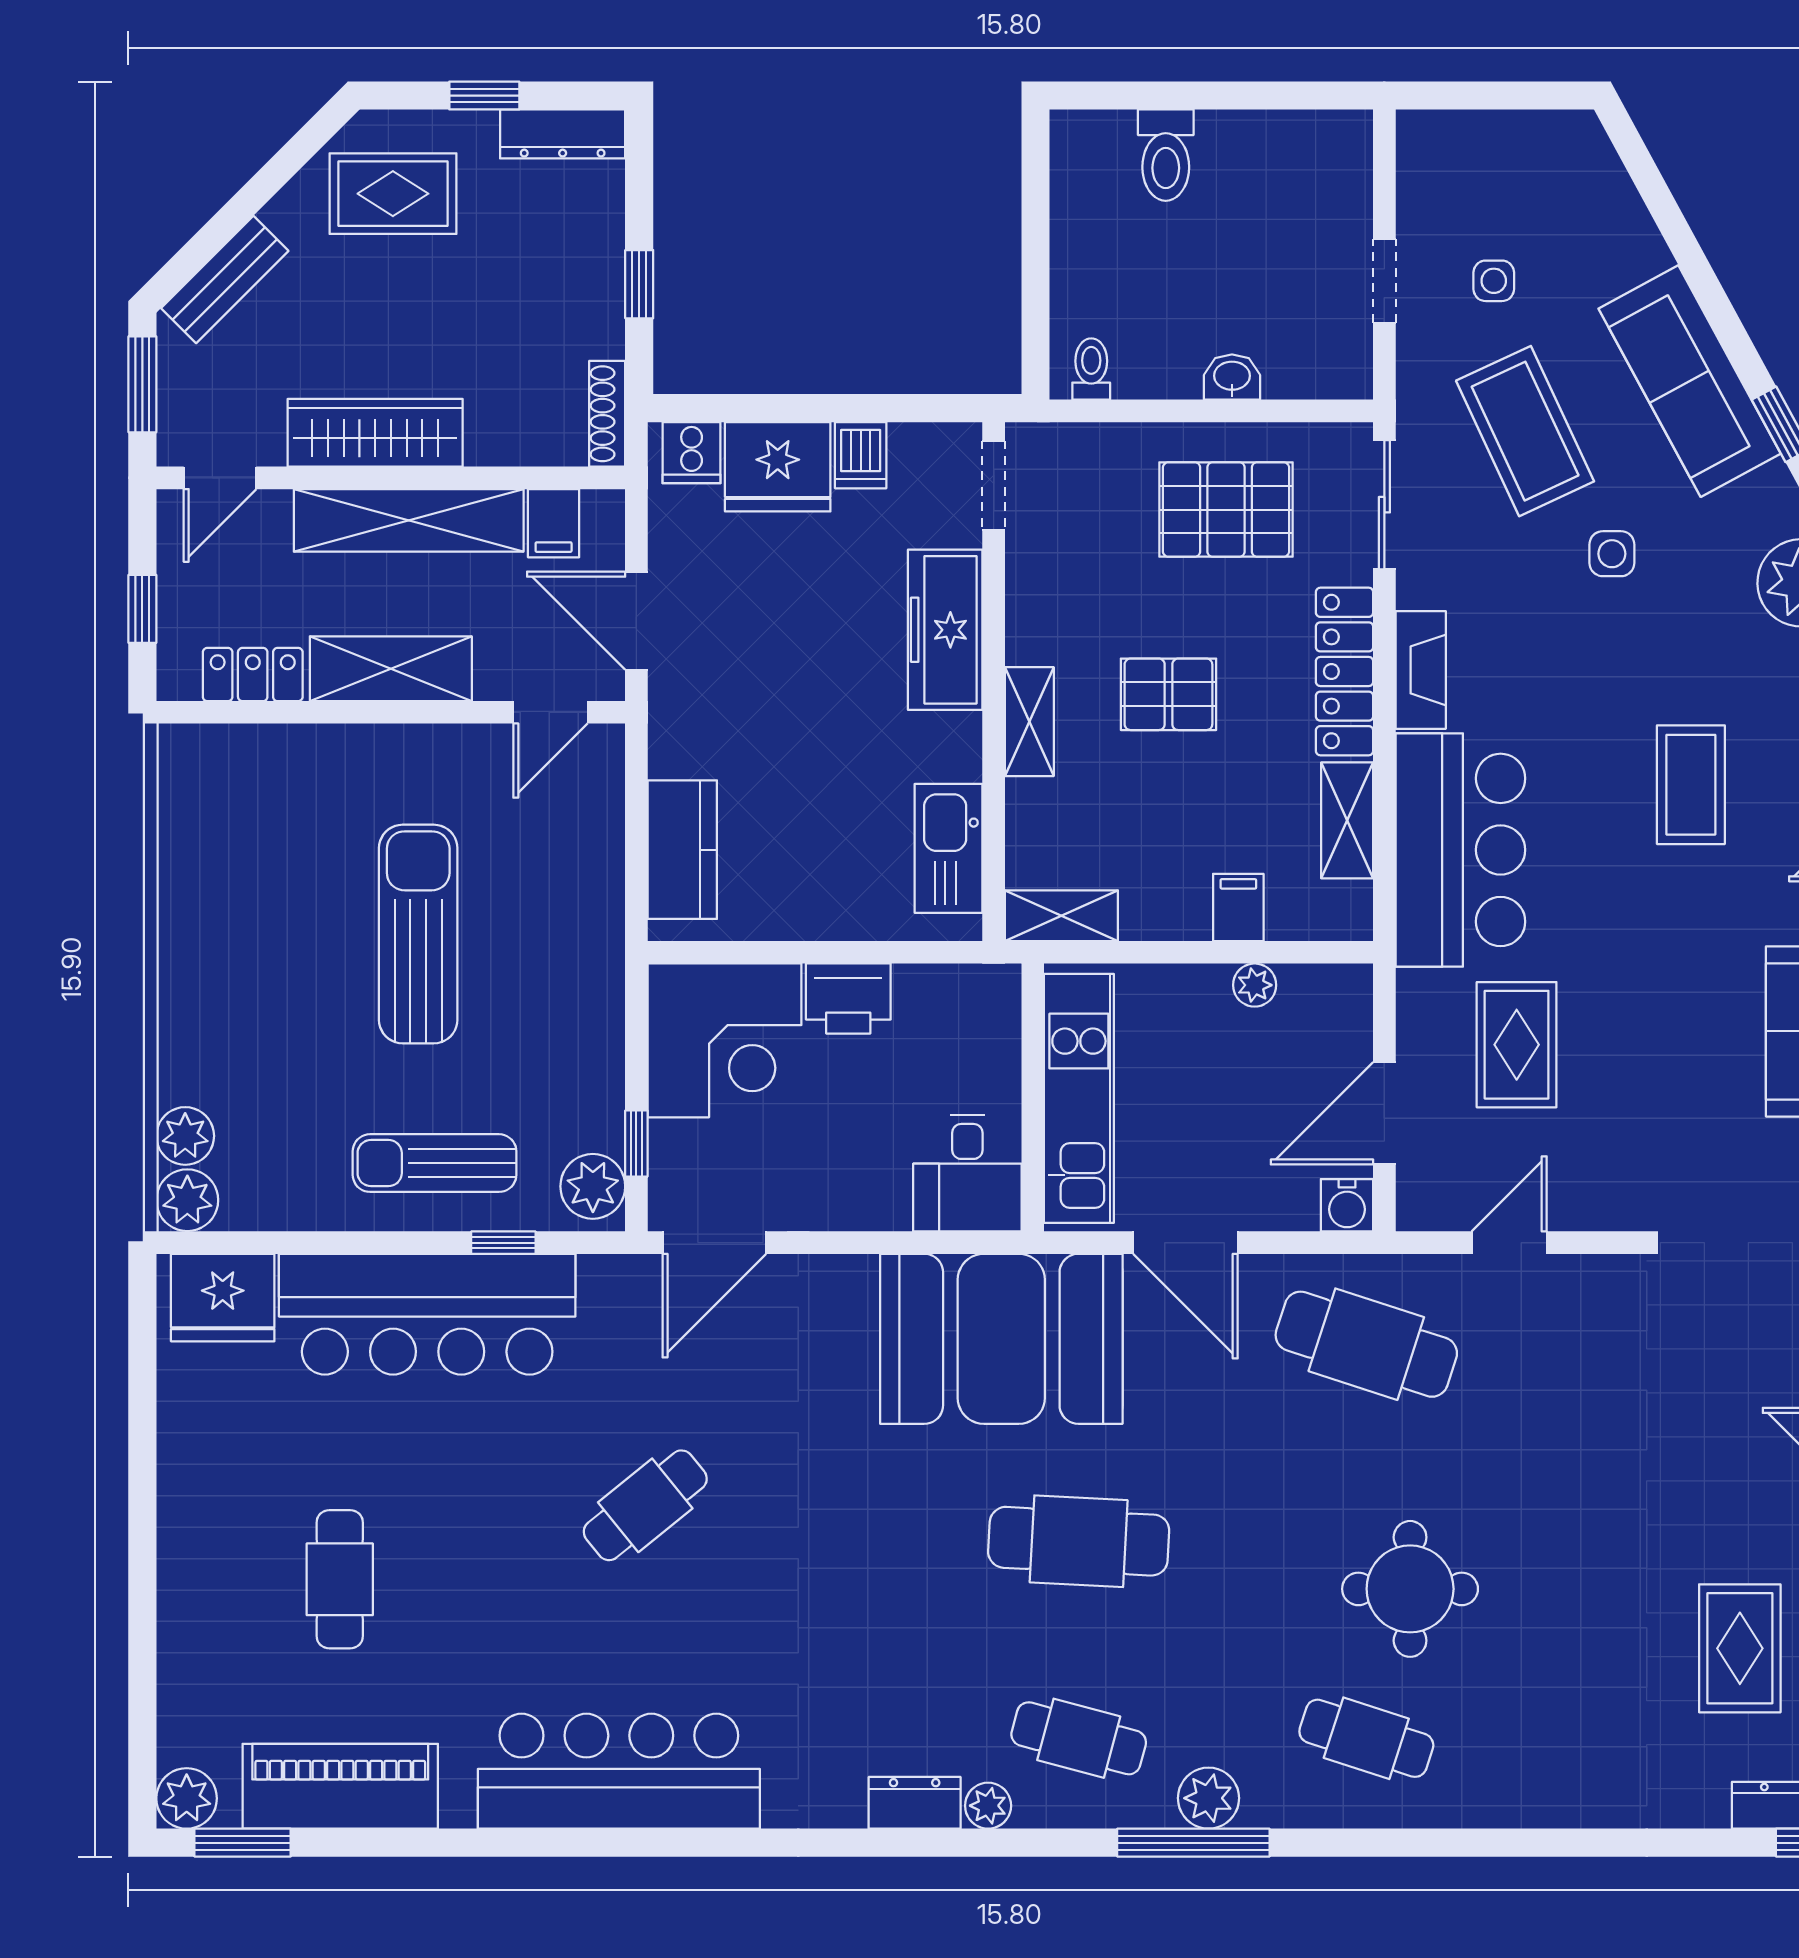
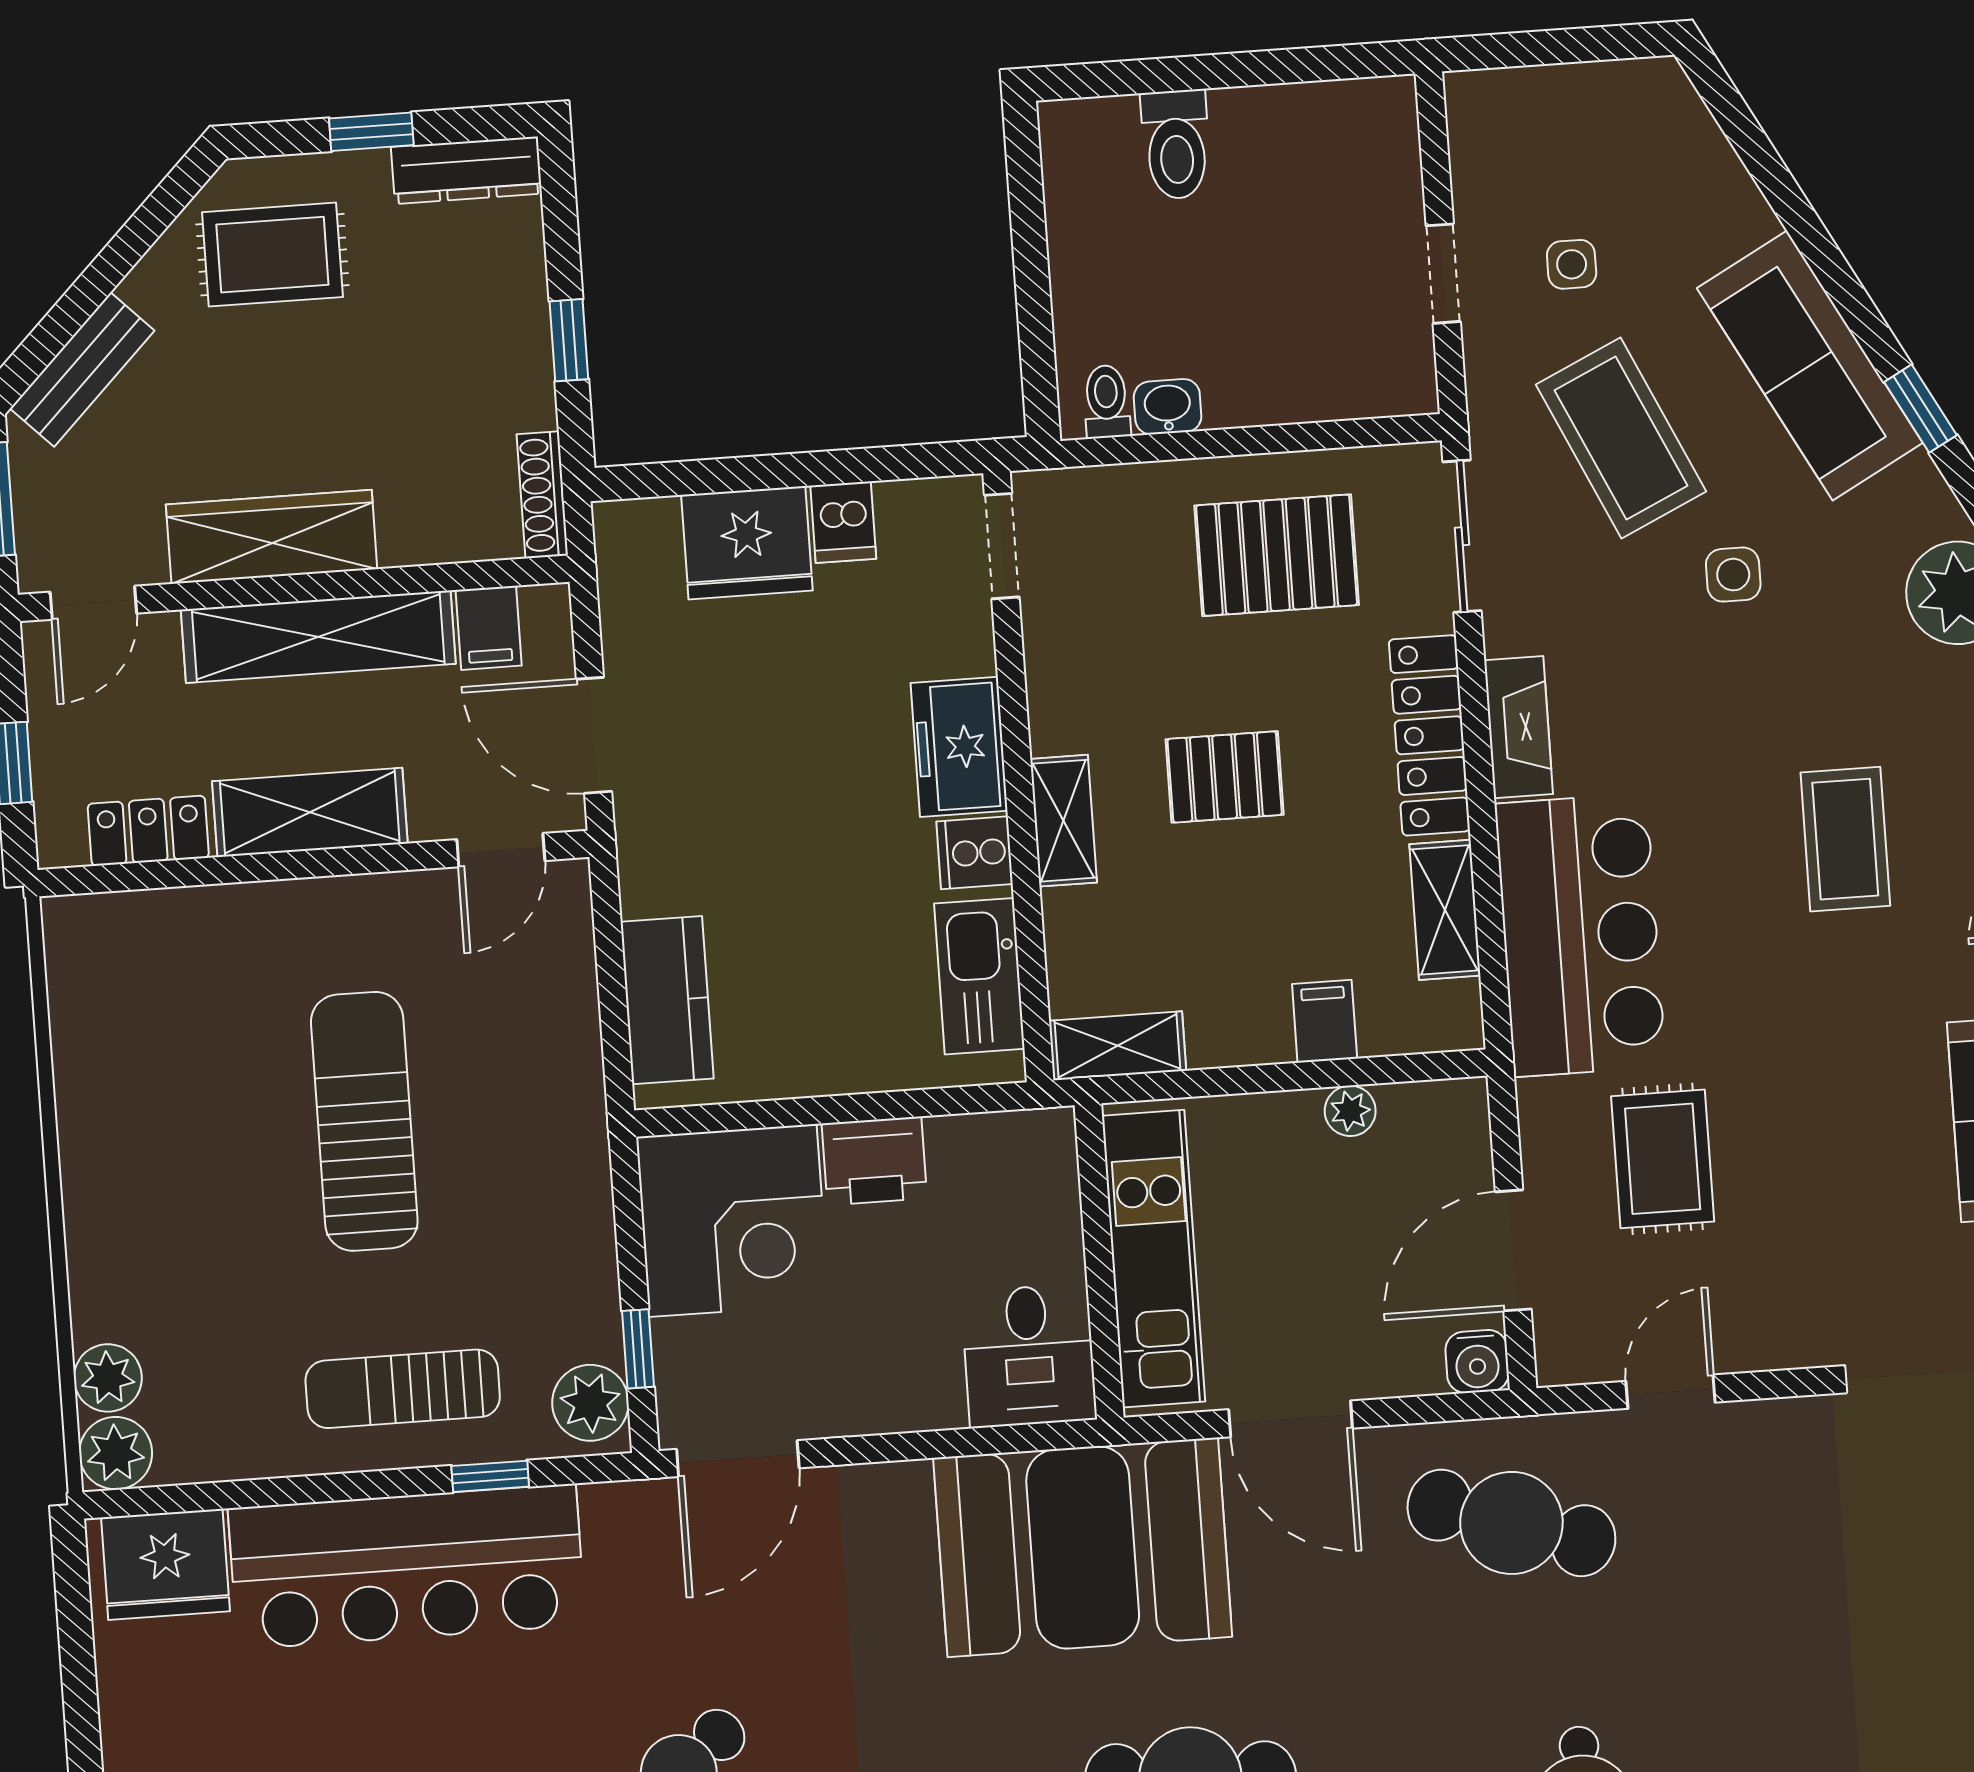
washbasin: (1232, 377) -> (1168, 407), moved
cooker: (692, 453) -> (975, 853), moved, turned 90
freezer: (945, 630) -> (959, 747), width x0.71

